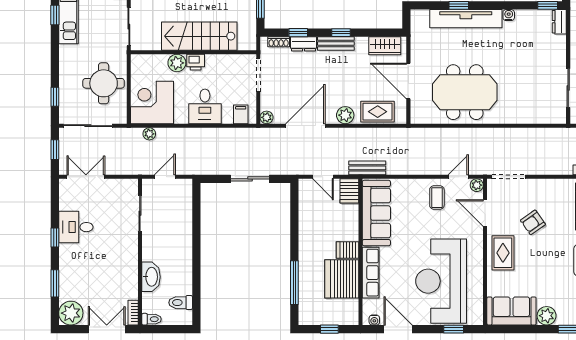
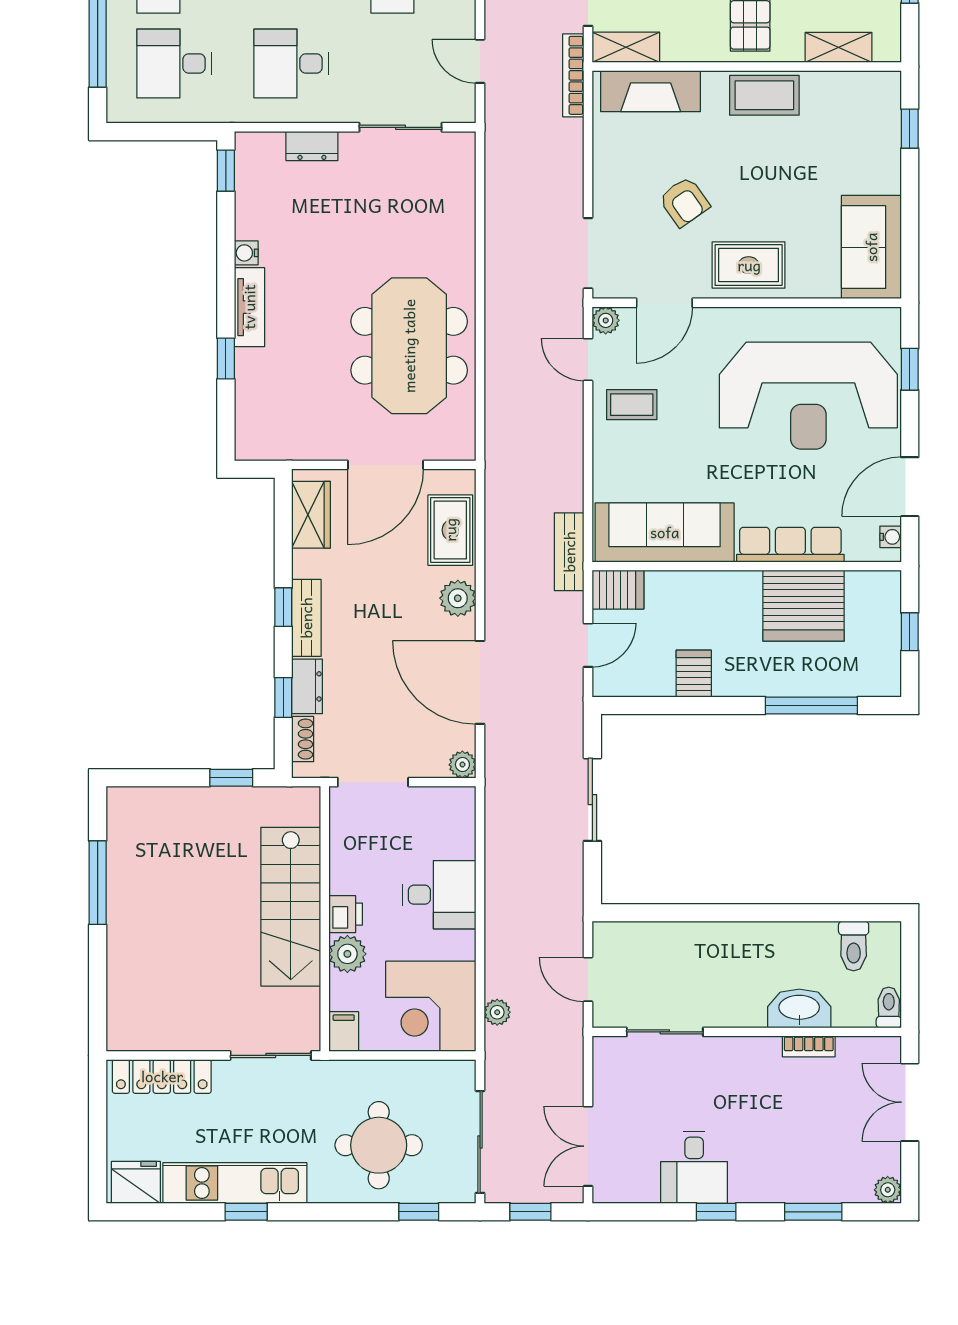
tv unit: (466, 19) -> (249, 307), width x0.52, depth x0.78
dresser: (559, 22) -> (312, 146), moved
round table: (104, 83) -> (379, 1145), moved
filing cabinet: (241, 114) -> (344, 1032), moved, turned 90
server rack: (347, 250) -> (694, 674), moved, turned 180
plant: (71, 313) -> (888, 1190), width x0.53, depth x0.53
bookcase: (133, 313) -> (809, 1046), moved
plant: (547, 316) -> (882, 173), removed

